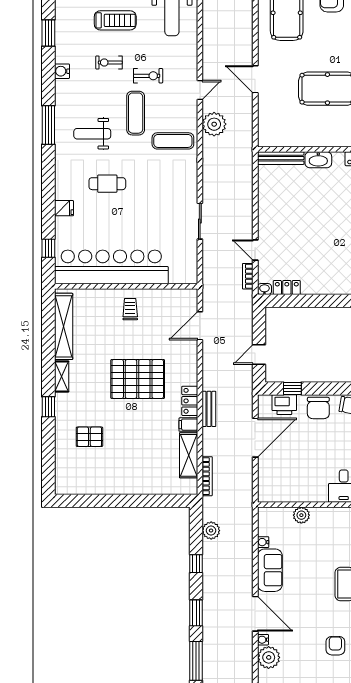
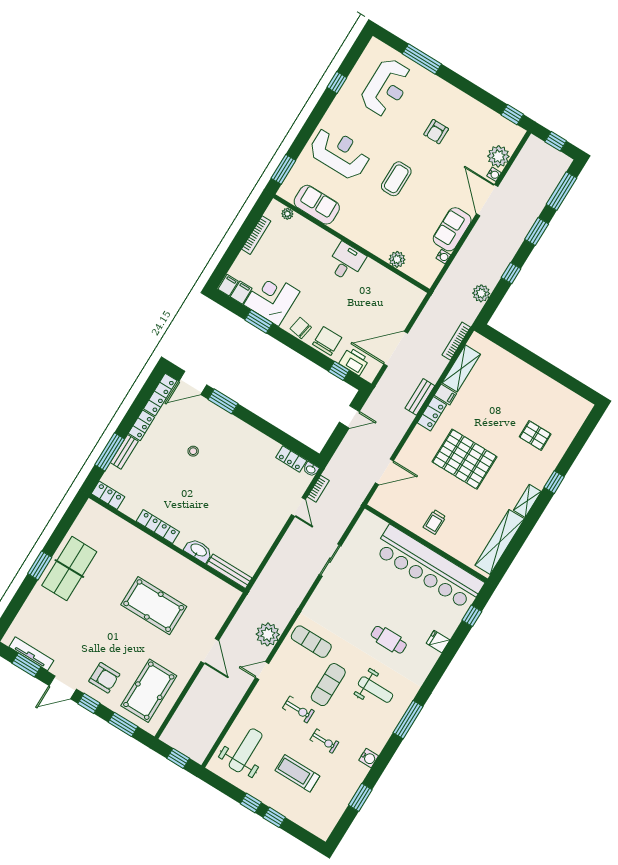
exercise bike: (148, 76) -> (298, 710), turned 180

